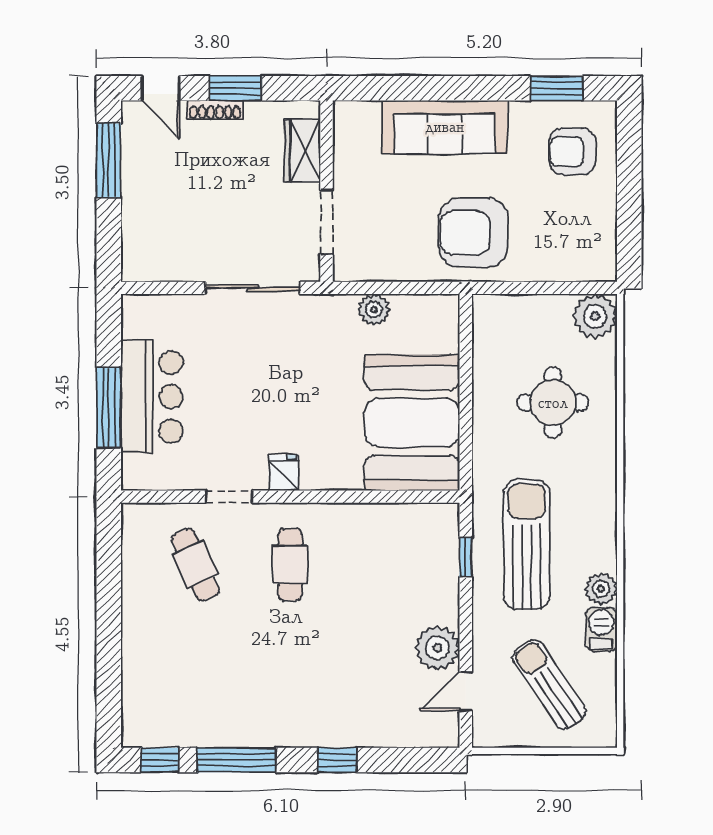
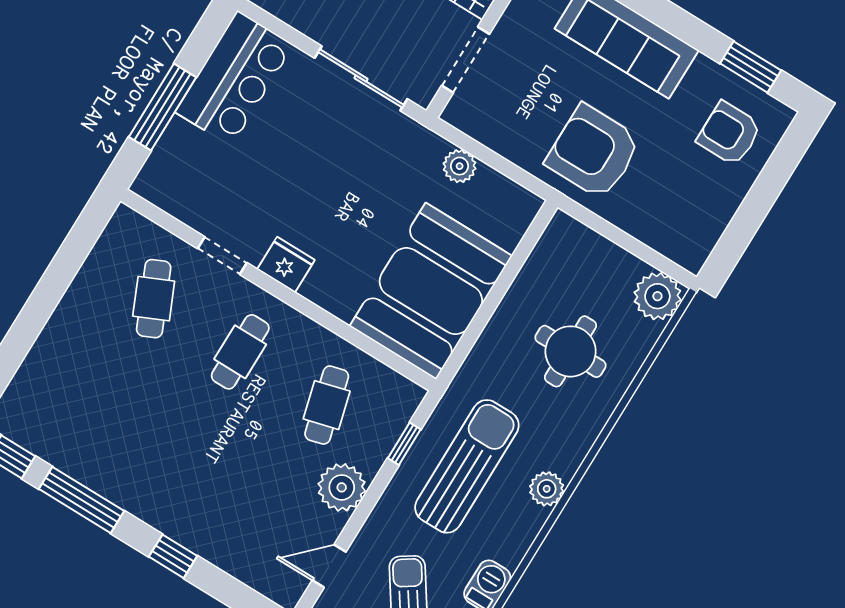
bar counter: (152, 397) -> (234, 78), moved
fridge: (284, 473) -> (286, 265), width x1.38
cafe table: (385, 565) -> (327, 405), added
plant: (601, 589) -> (547, 489), moved
plant: (437, 648) -> (342, 487), moved

